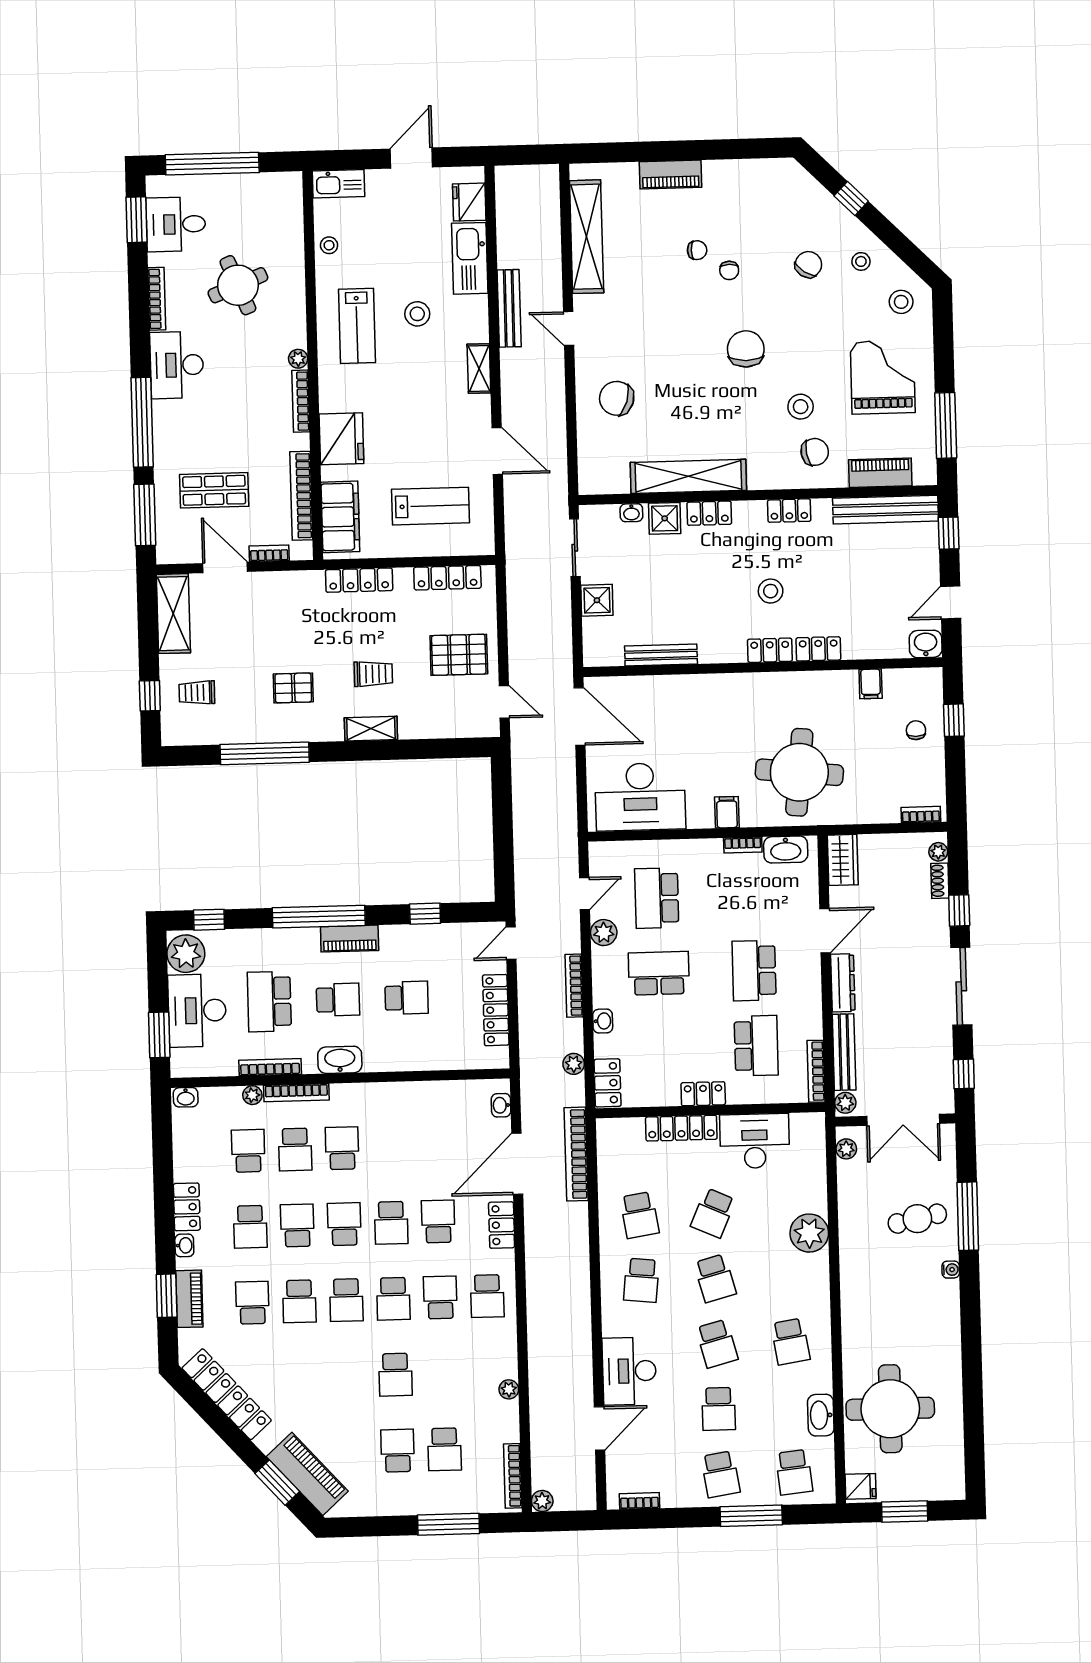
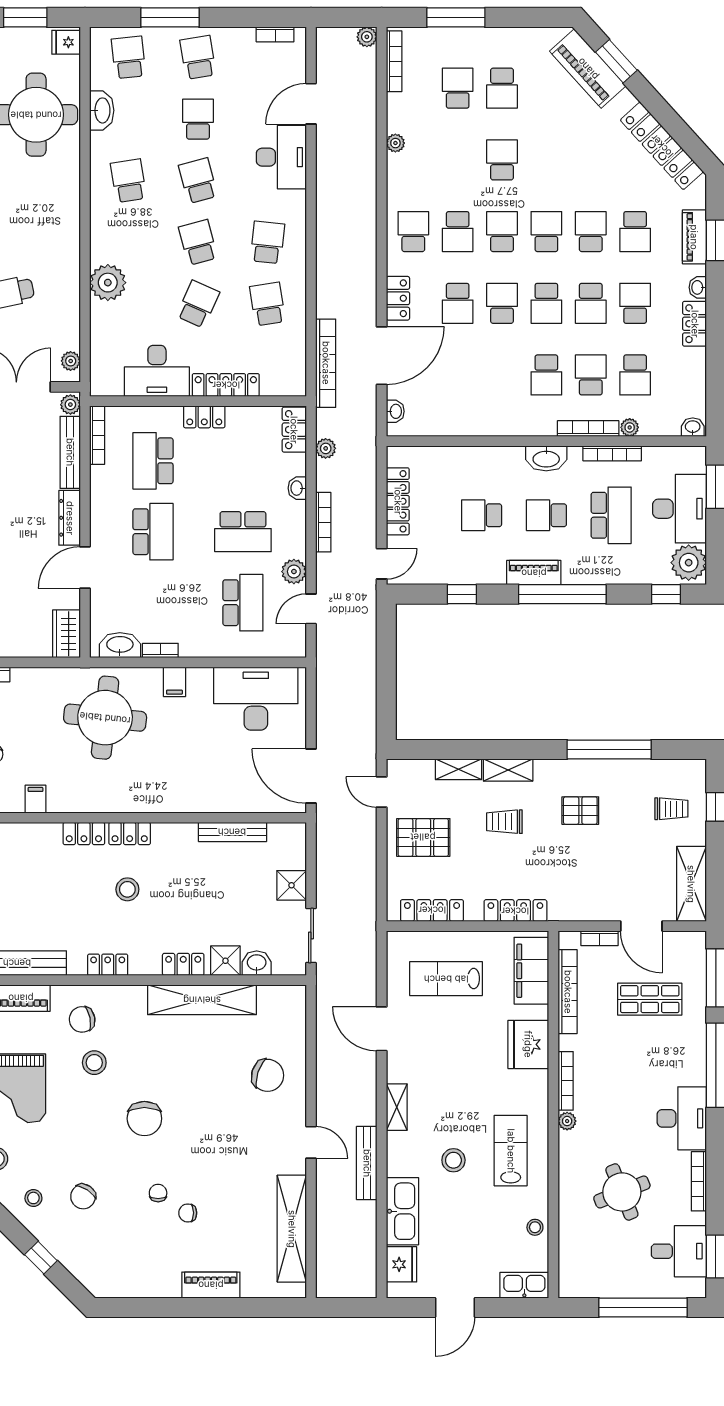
washbasin: (631, 513) -> (257, 963), width x1.38, depth x1.45
shelving: (424, 728) -> (458, 769), added

